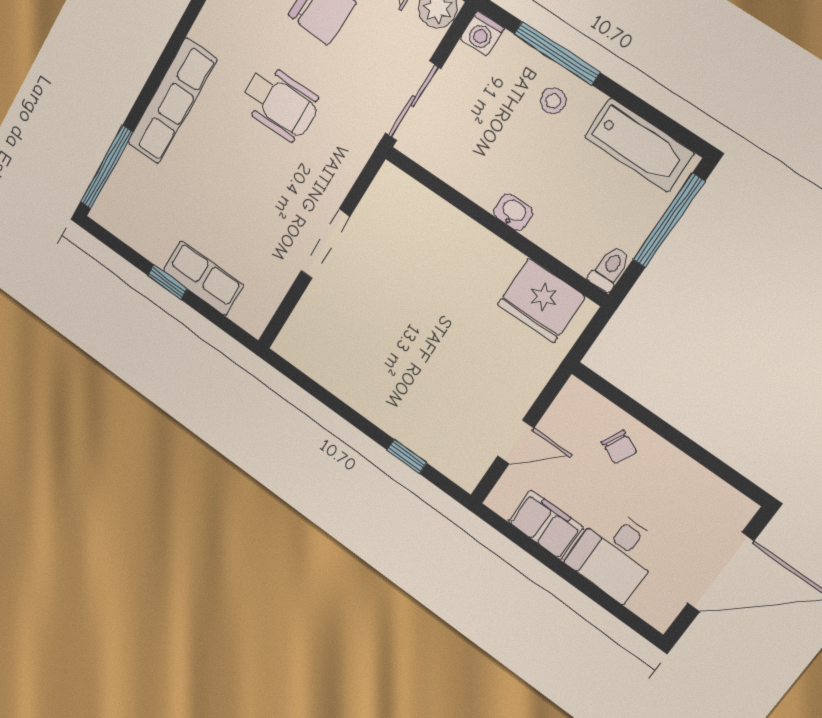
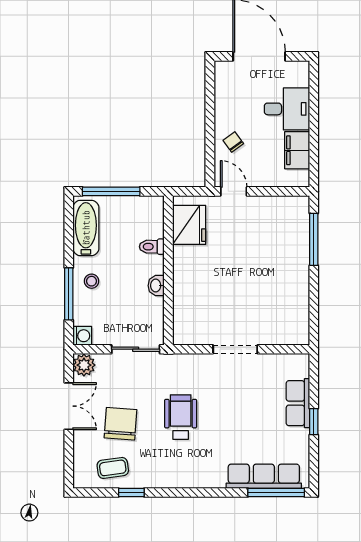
row of seats: (172, 101) -> (264, 476), moved
washbasin: (513, 212) -> (156, 286), moved
toilet: (610, 269) -> (152, 247), moved
door: (516, 442) -> (234, 191), moved
chair: (619, 447) -> (233, 142), turned -61
window: (407, 456) -> (314, 239), width x2.17

